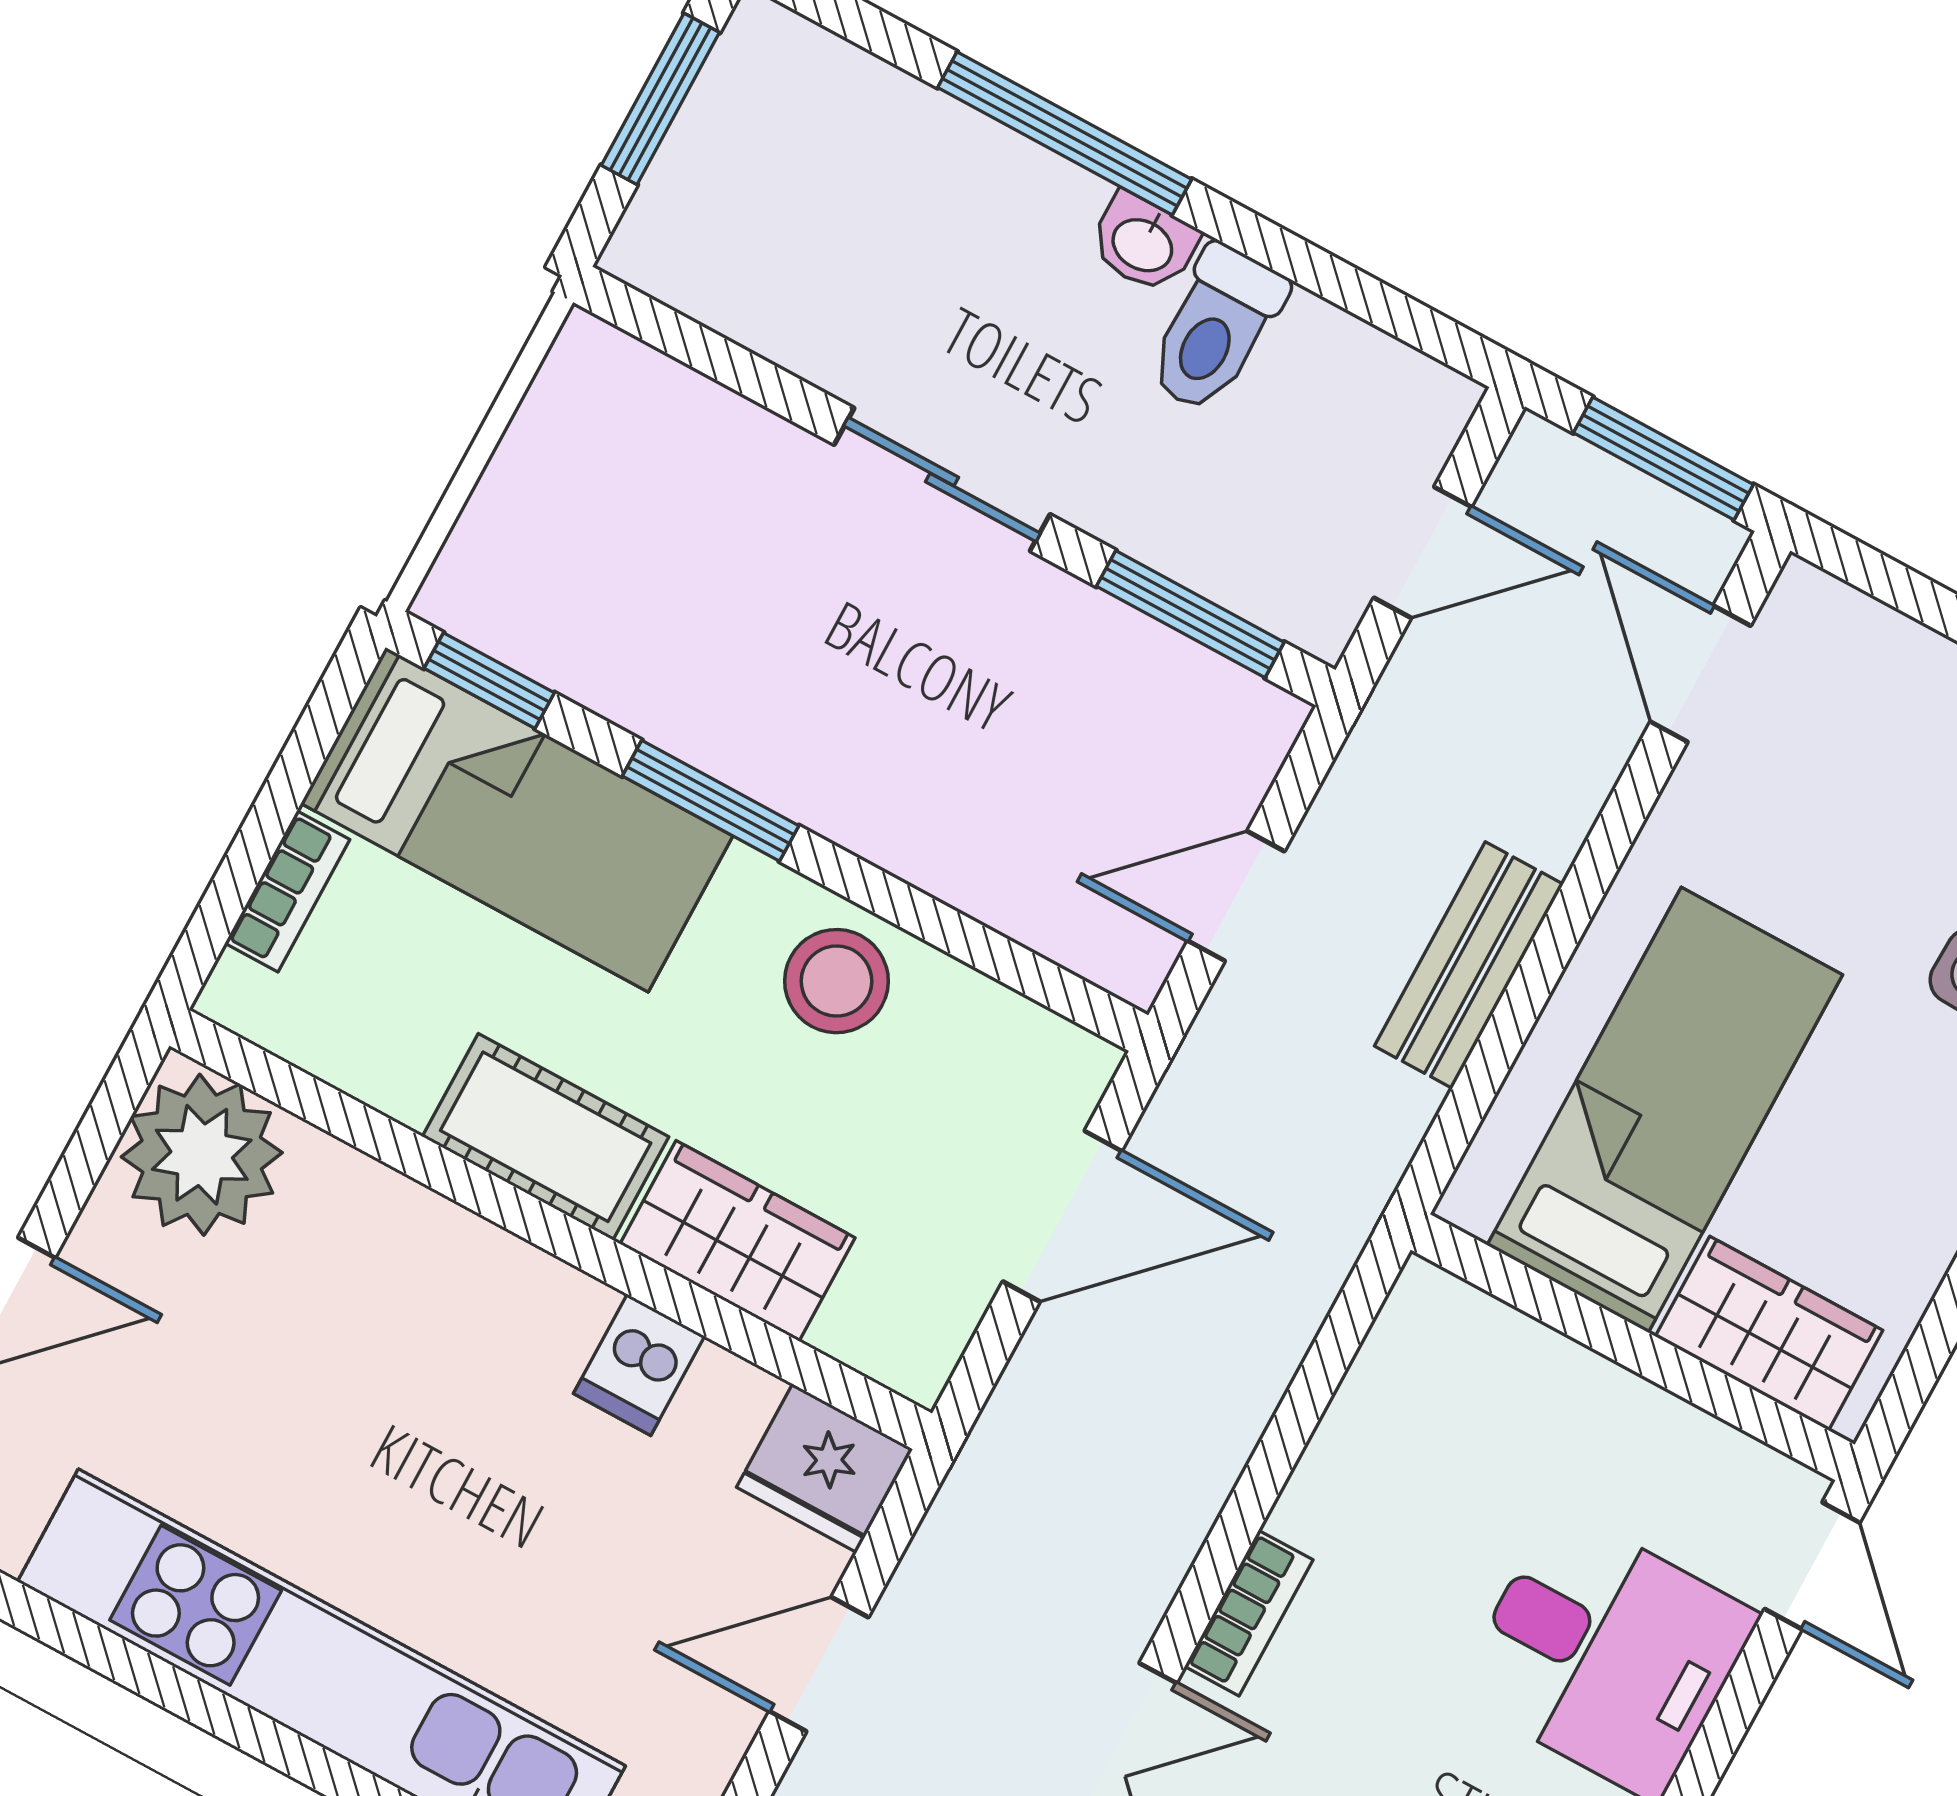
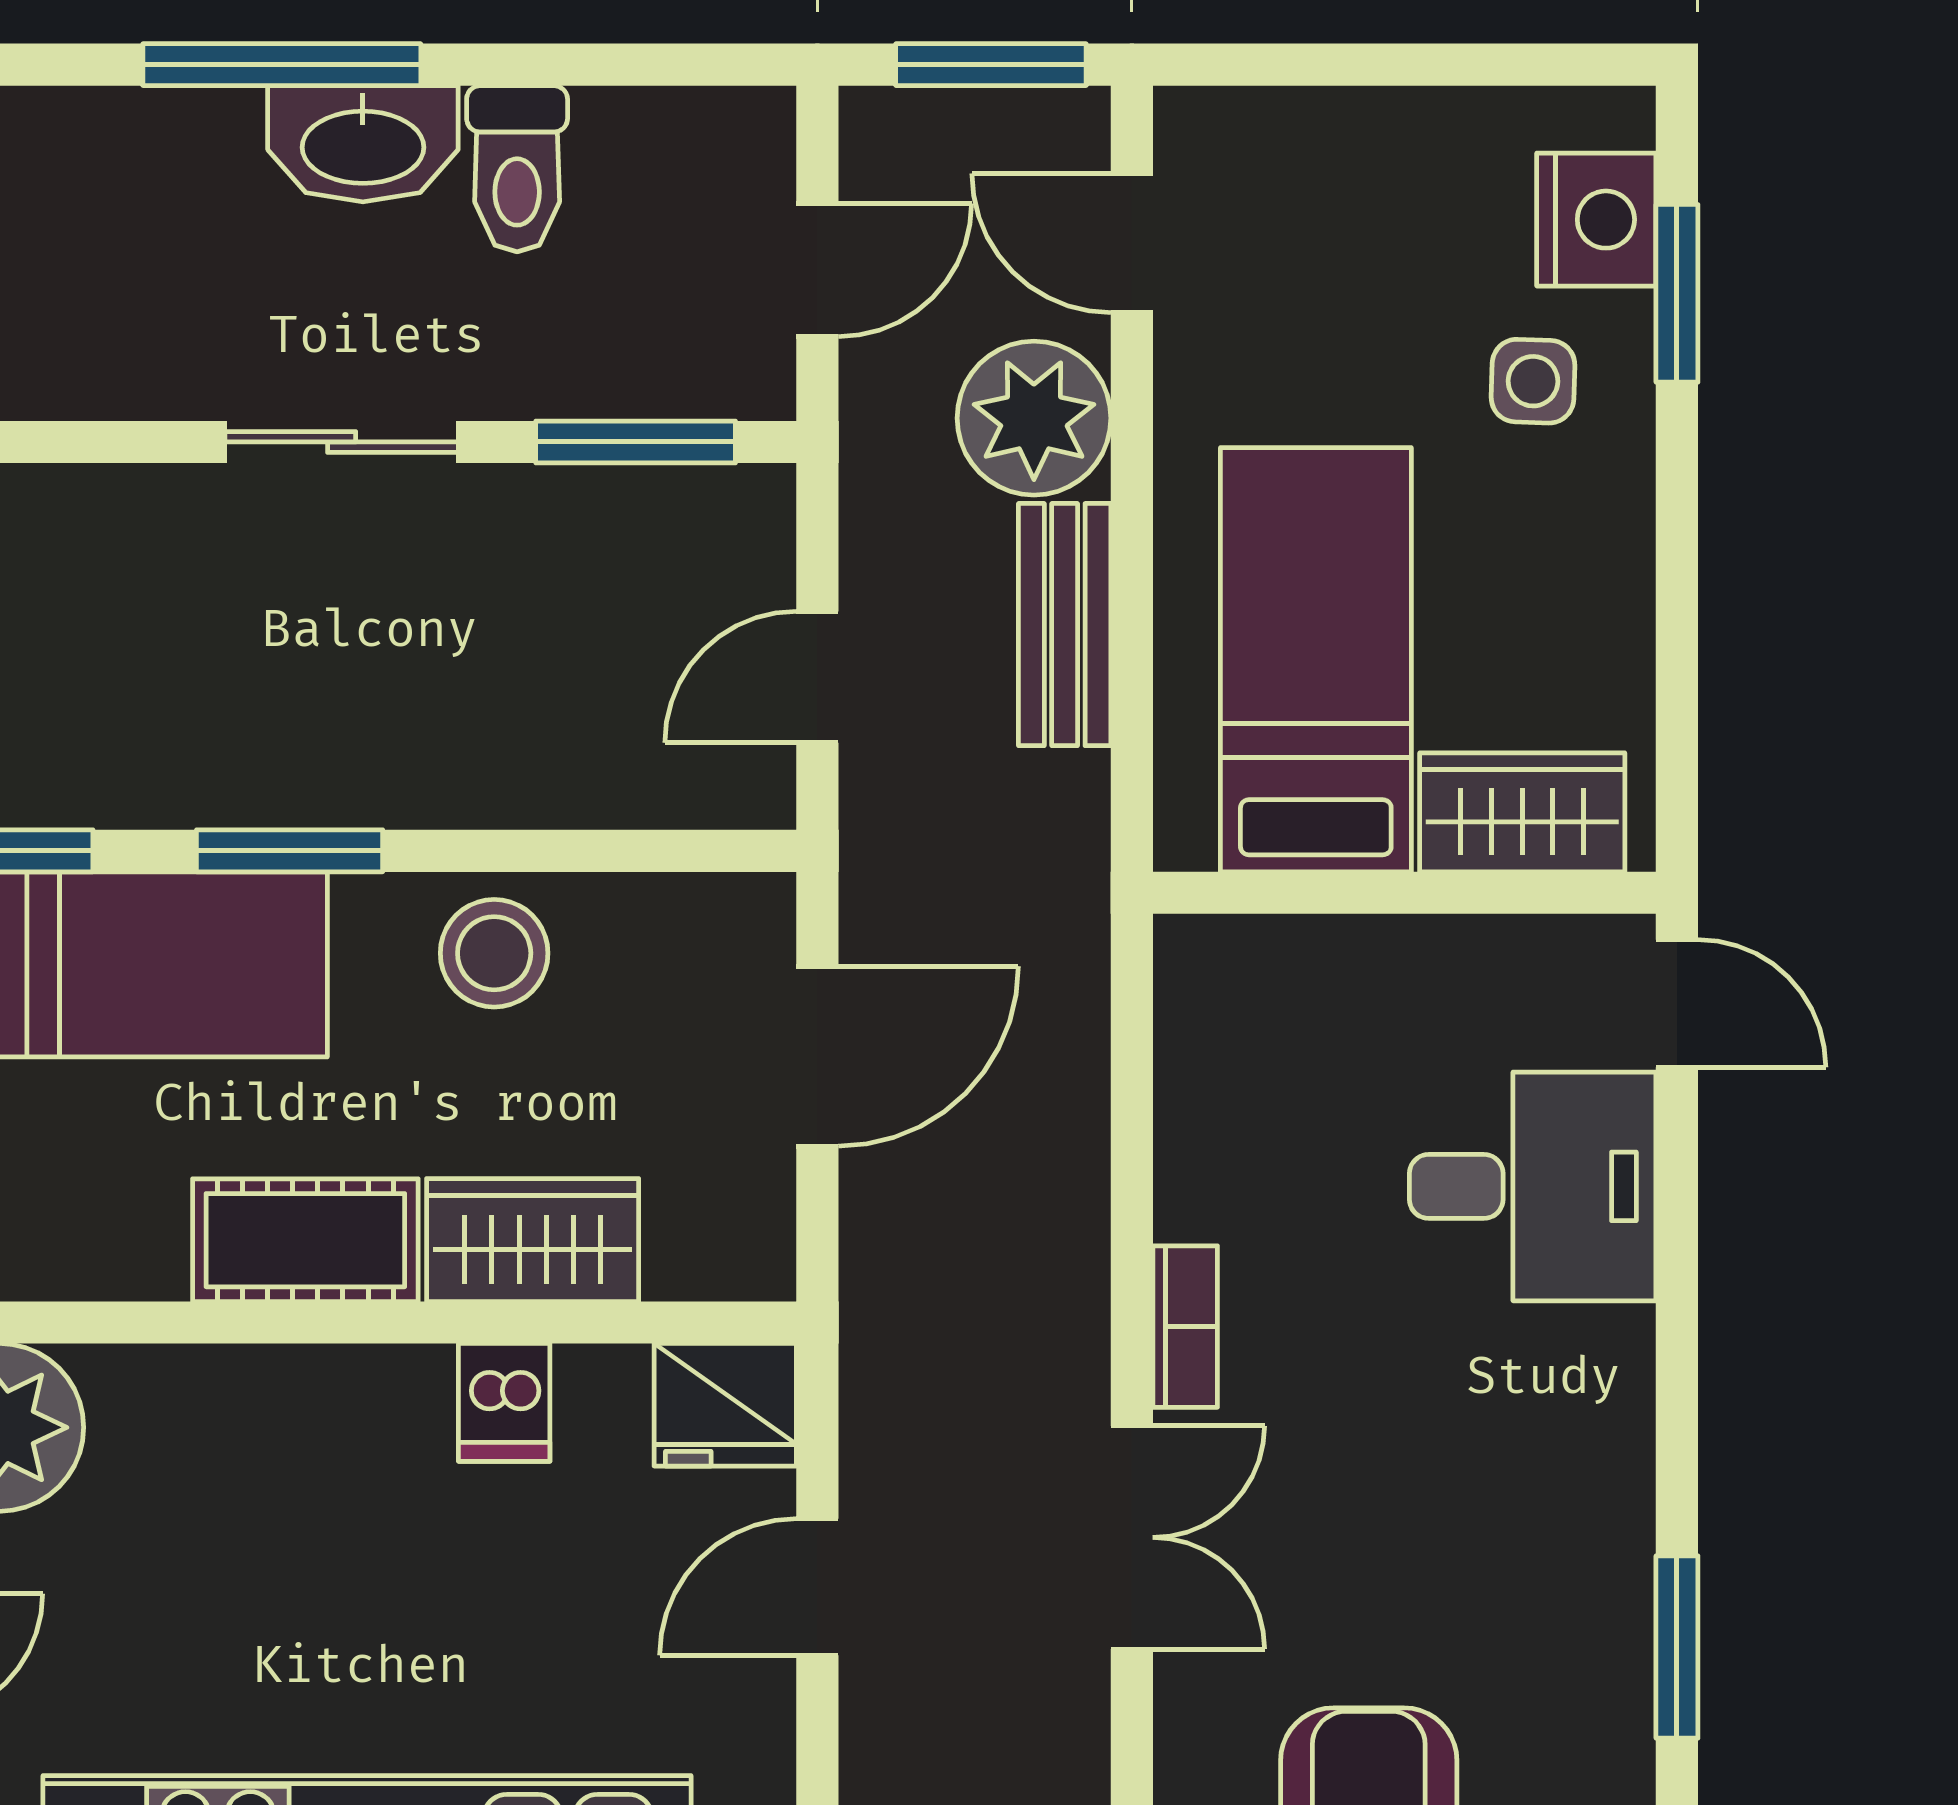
washbasin: (1143, 243) -> (363, 144), width x1.91, depth x1.45
plant: (1538, 777) -> (1034, 418), added

